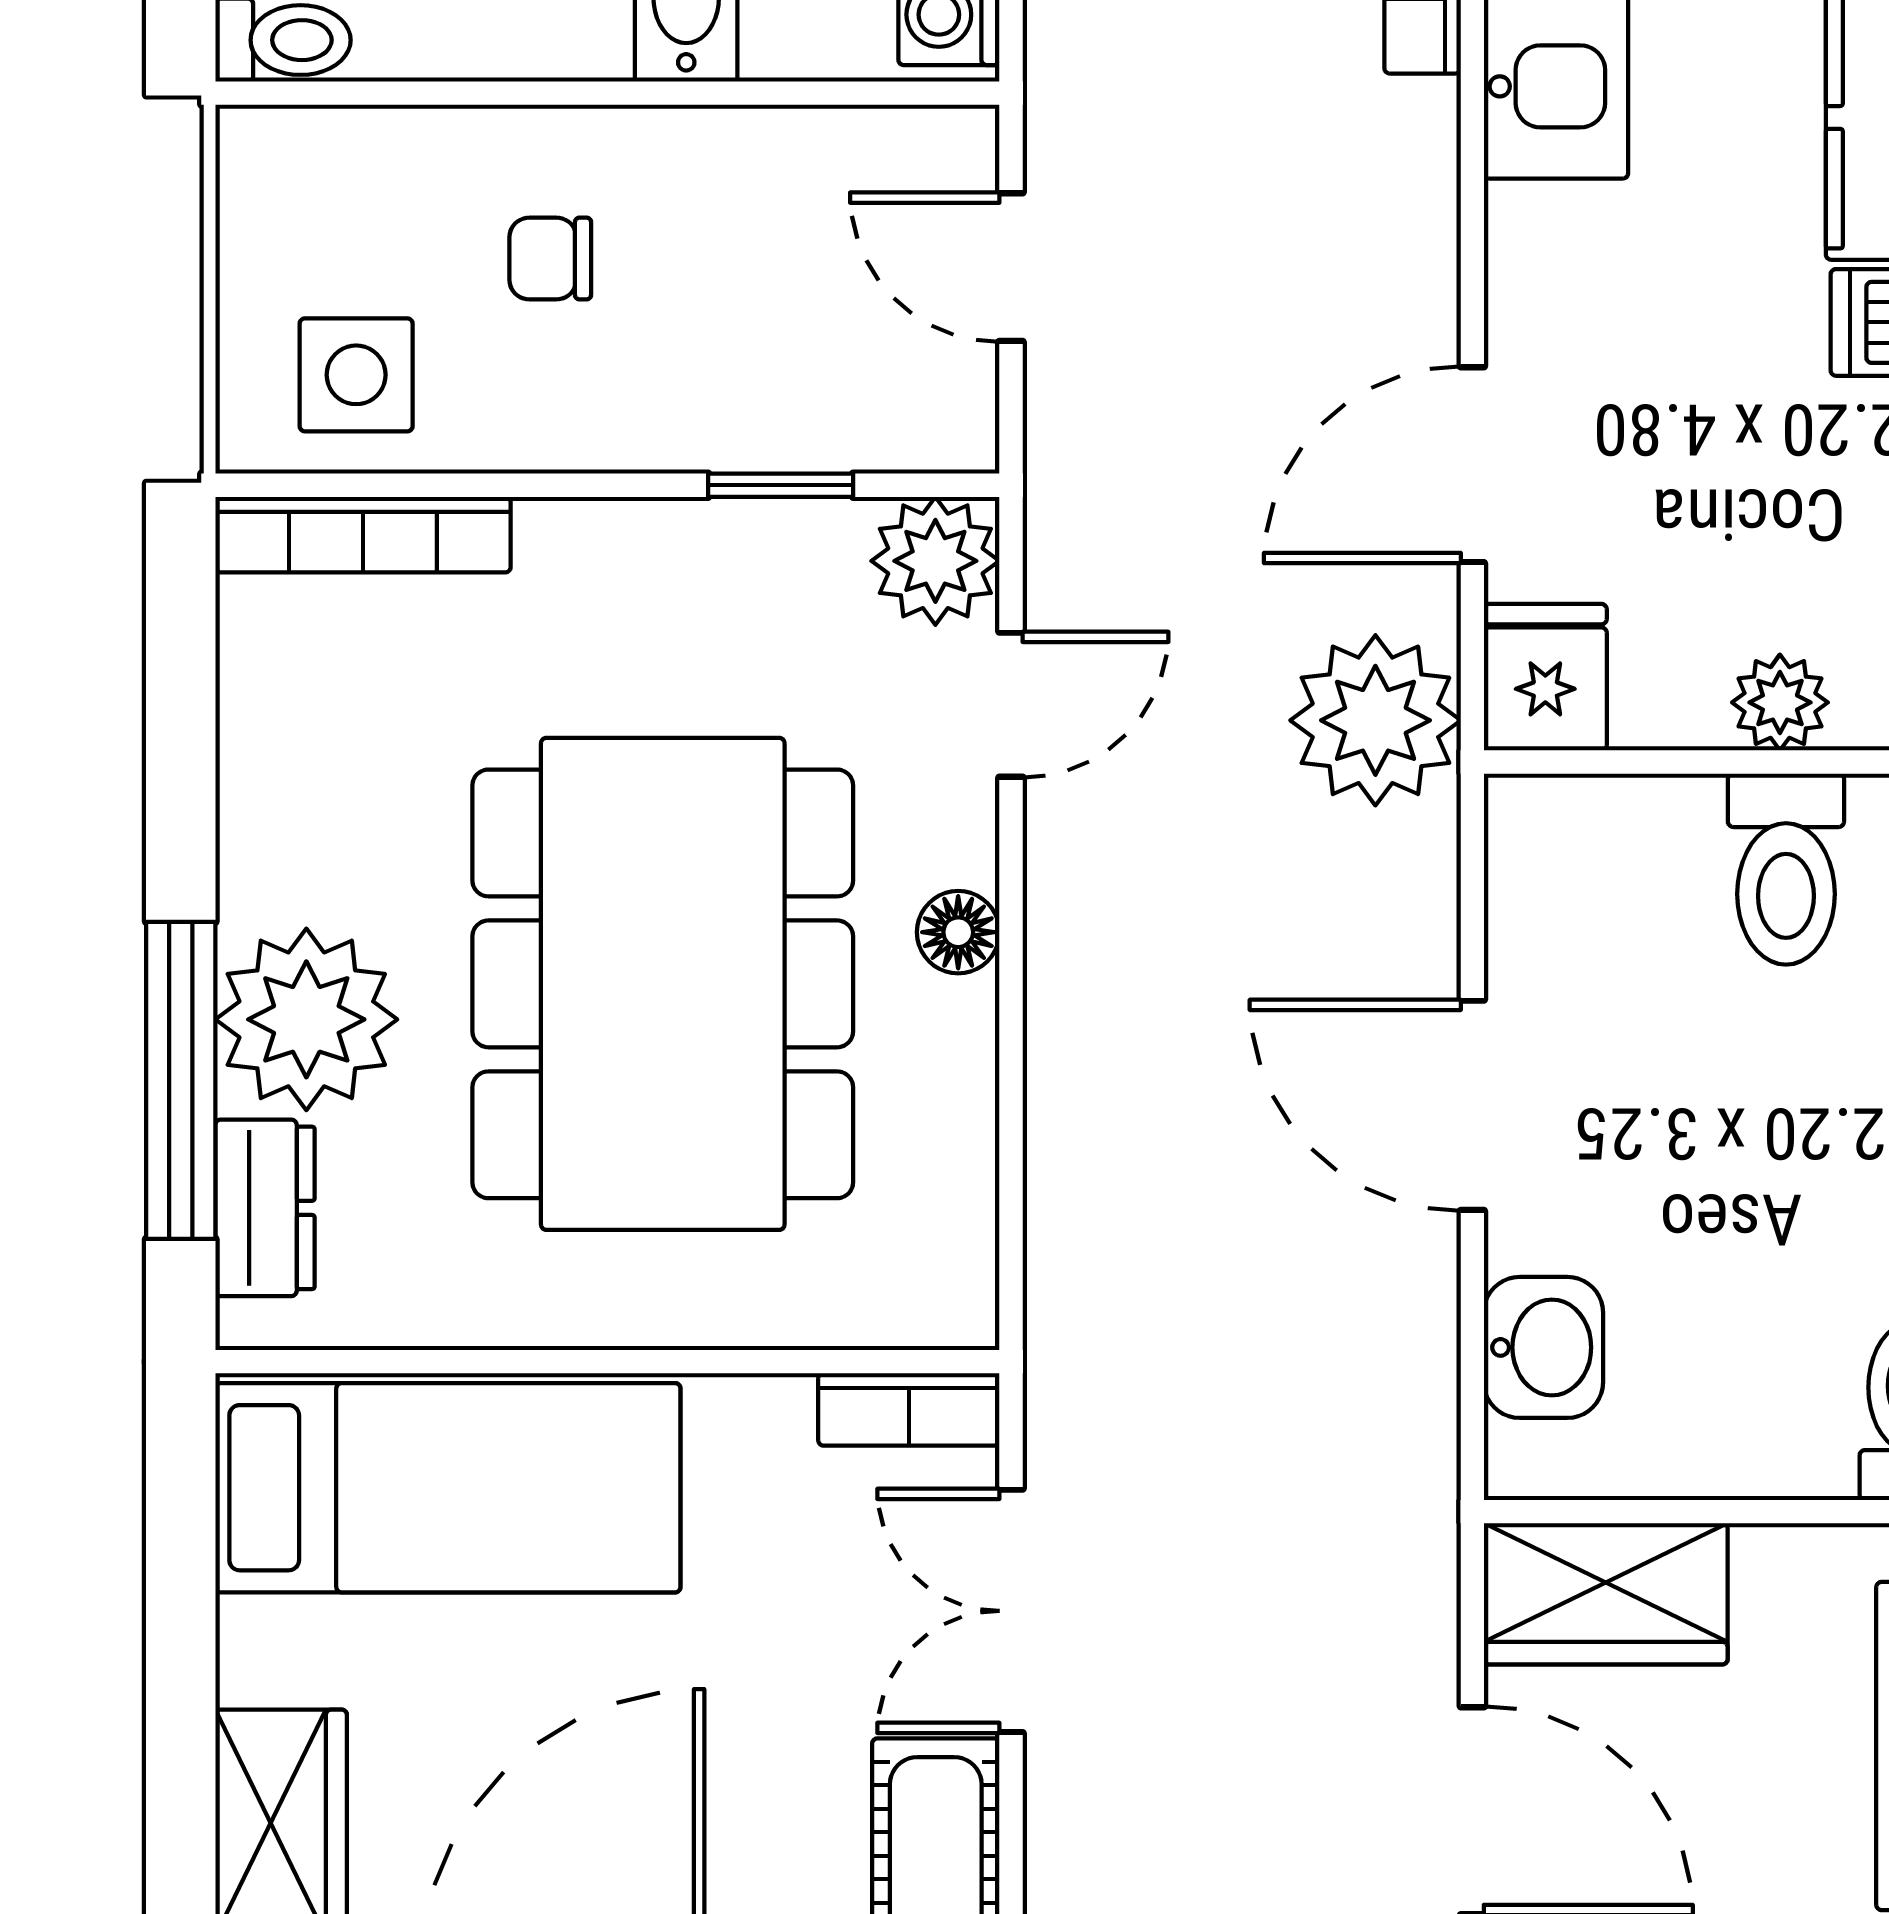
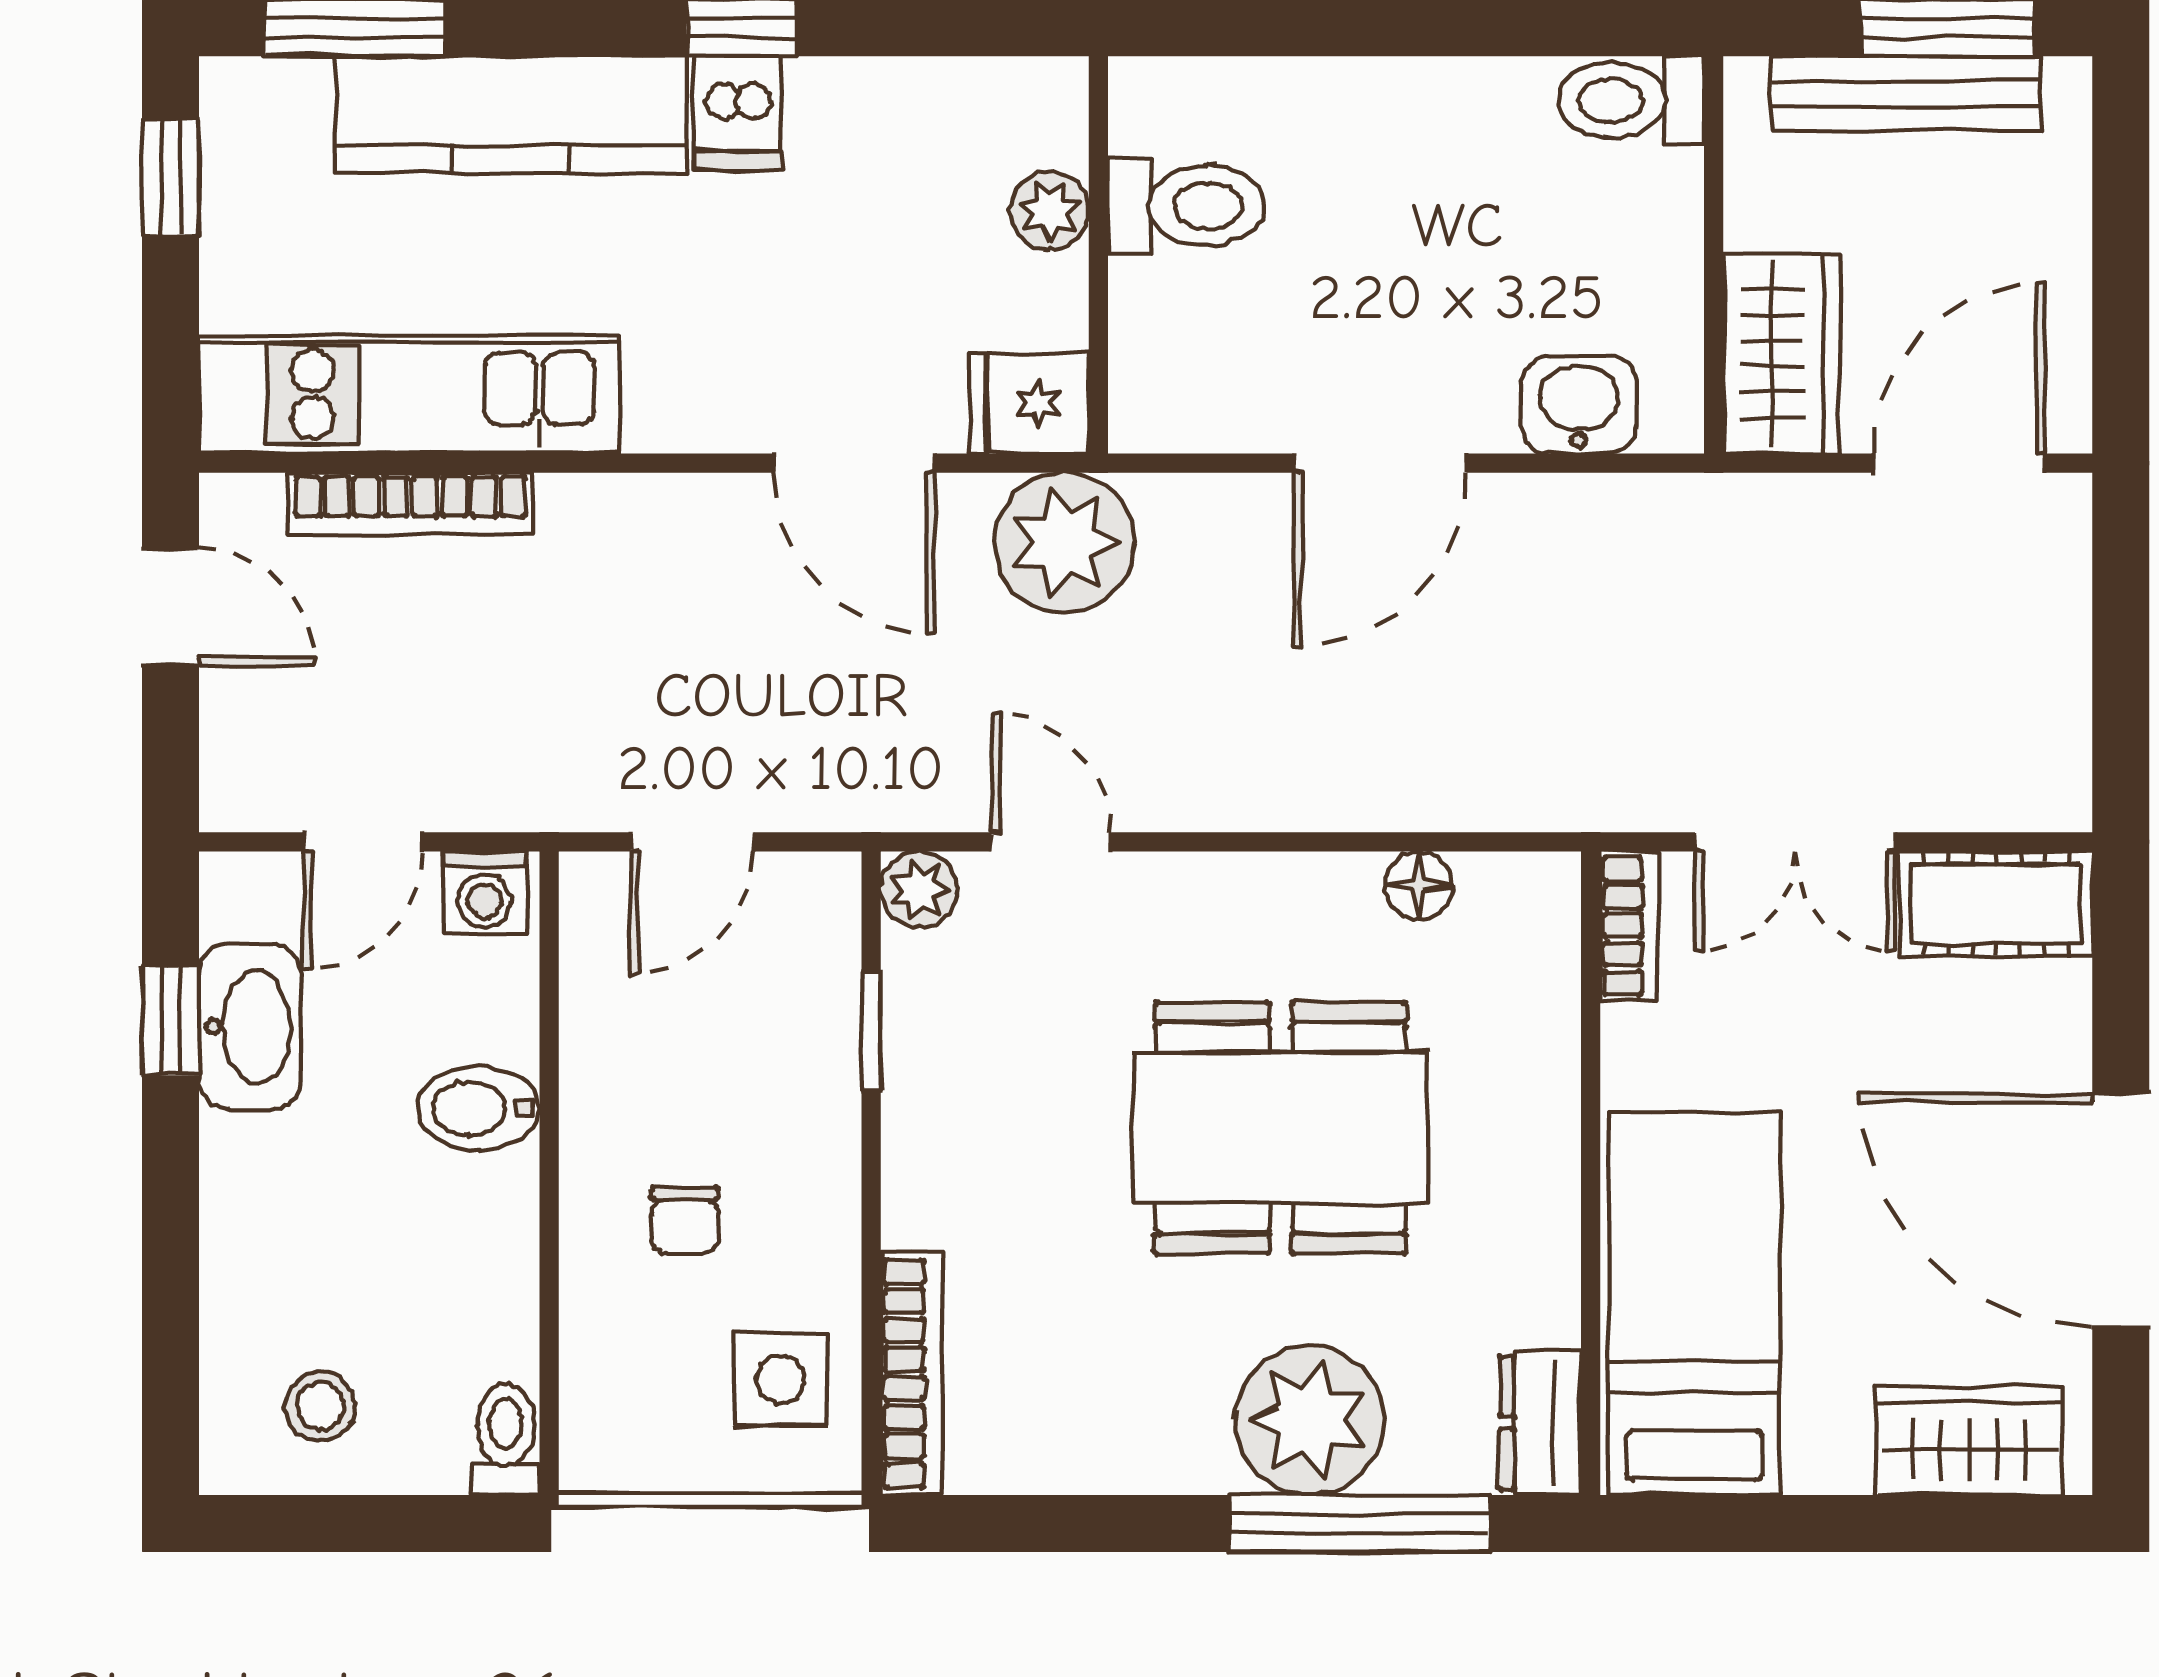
plant: (935, 561) -> (919, 890), width x0.73, depth x0.73
floor lamp: (958, 932) -> (1419, 885), moved
dining table: (663, 984) -> (1280, 1128), width x0.73, depth x0.80
dresser: (265, 1208) -> (1540, 1423), moved, turned -90

